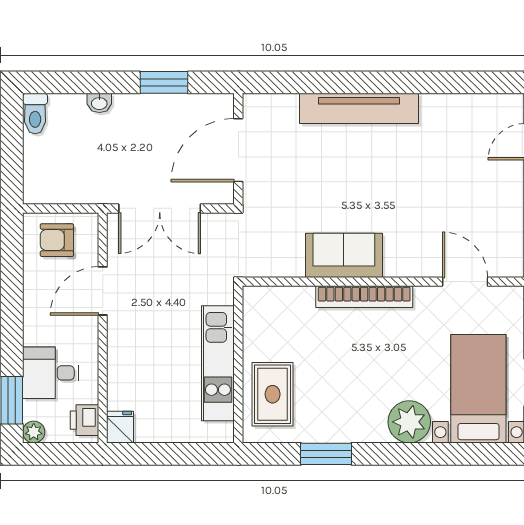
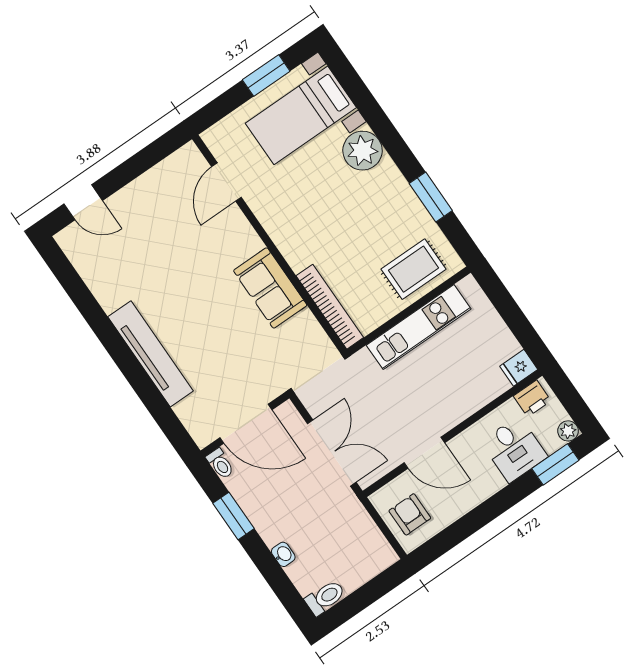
toilet: (219, 103) -> (220, 464), added
armchair: (57, 240) -> (410, 514), turned 180
bookcase: (364, 297) -> (330, 307), moved

